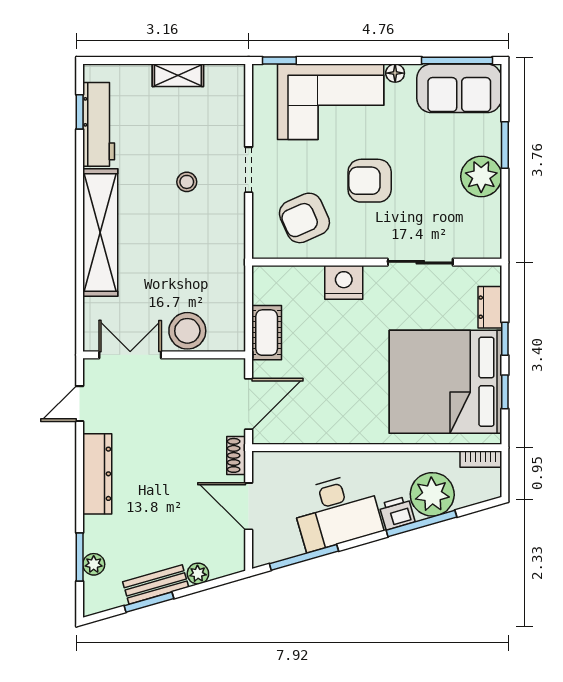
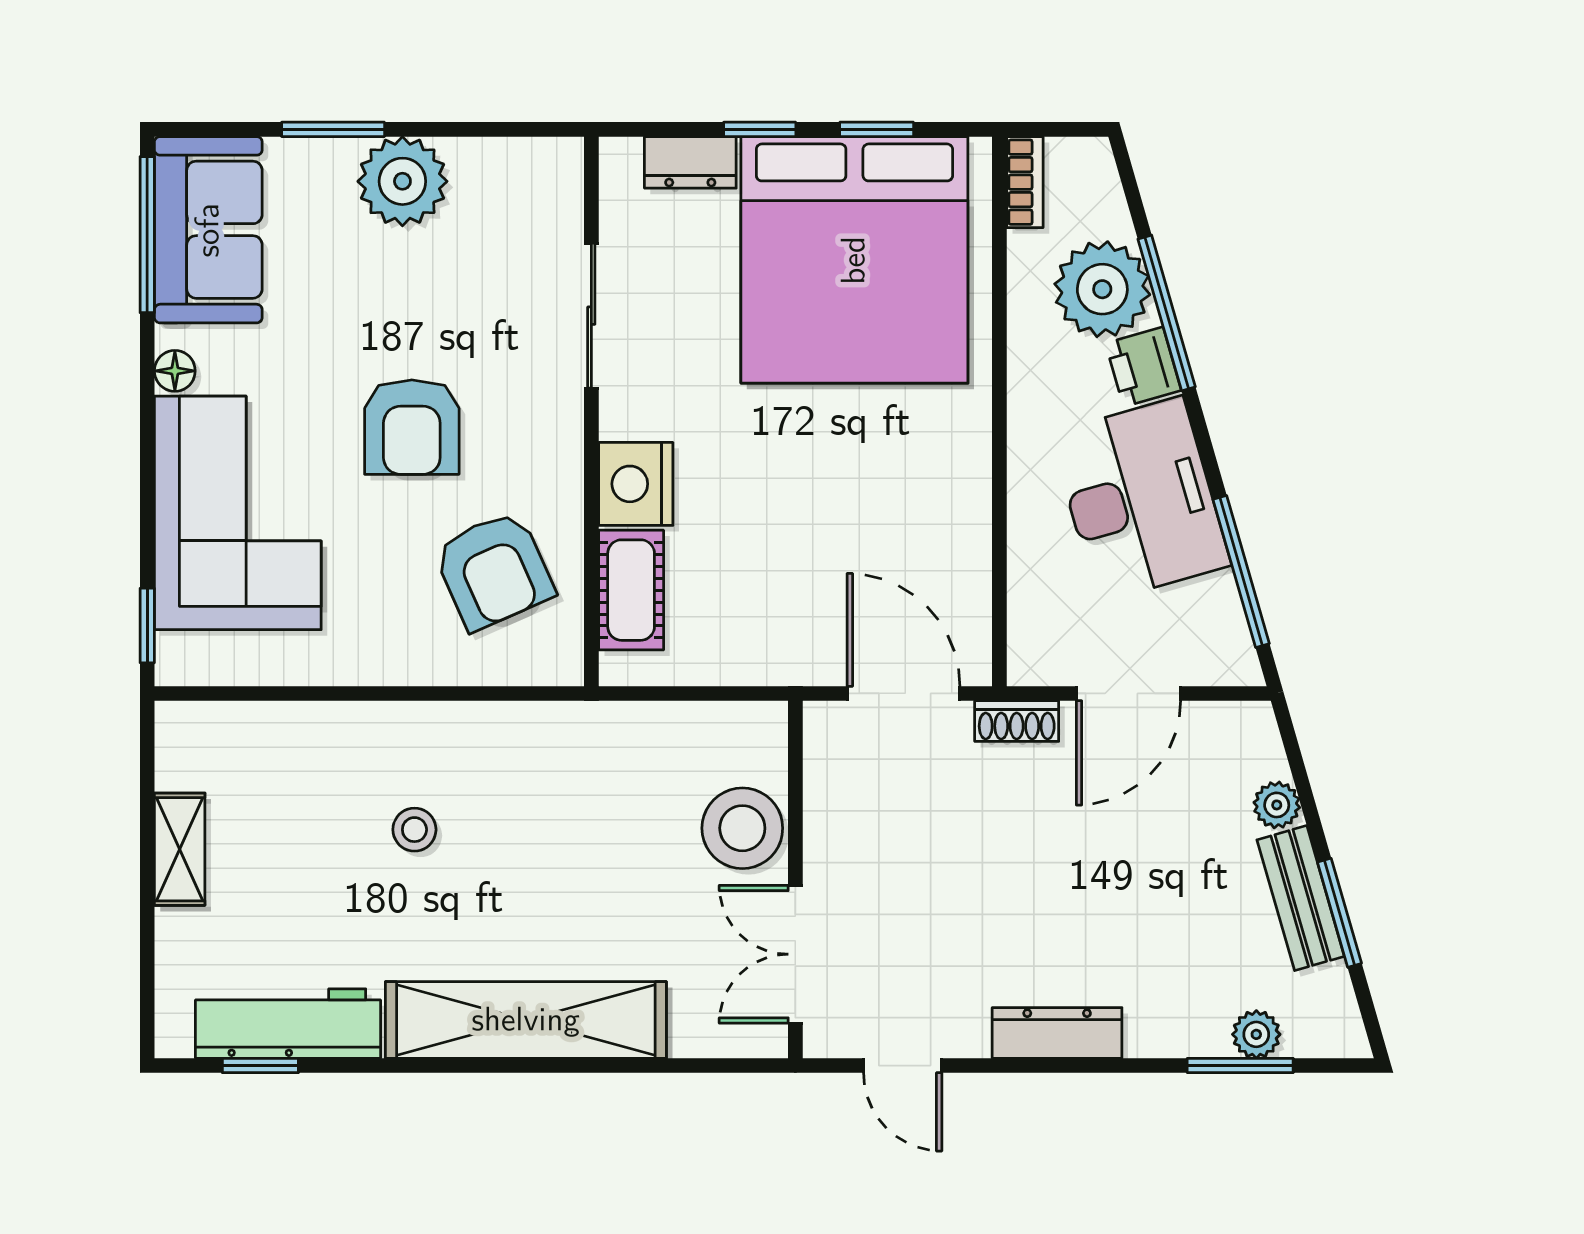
doorway: (249, 170) -> (388, 693), removed
cot: (267, 333) -> (631, 590), moved, turned 90
dresser: (97, 474) -> (1057, 1033), width x0.73, depth x0.80

